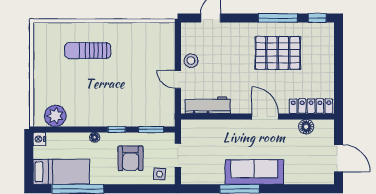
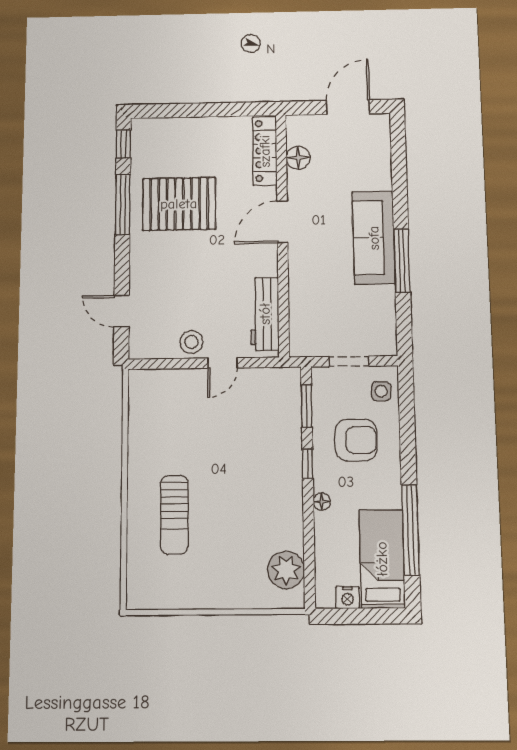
pallet: (278, 53) -> (179, 204), turned 90
nightstand: (39, 139) -> (347, 598), moved

